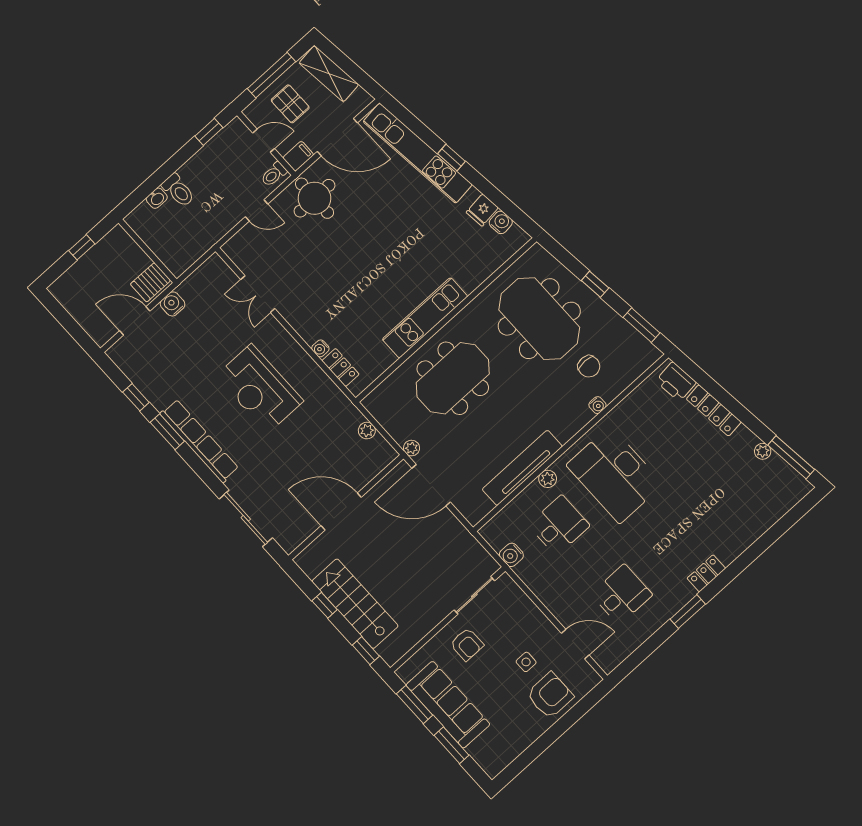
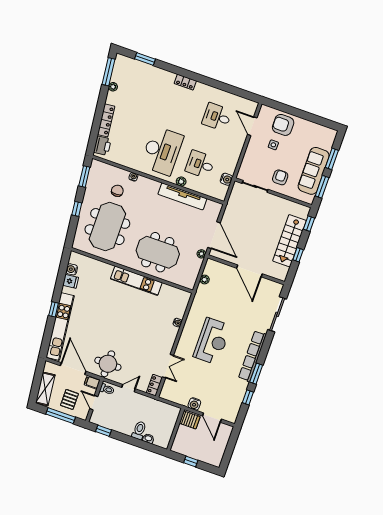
door: (257, 210) -> (128, 388), hinge flipped
locker: (340, 367) -> (154, 385), moved
window: (688, 612) -> (145, 59), moved

